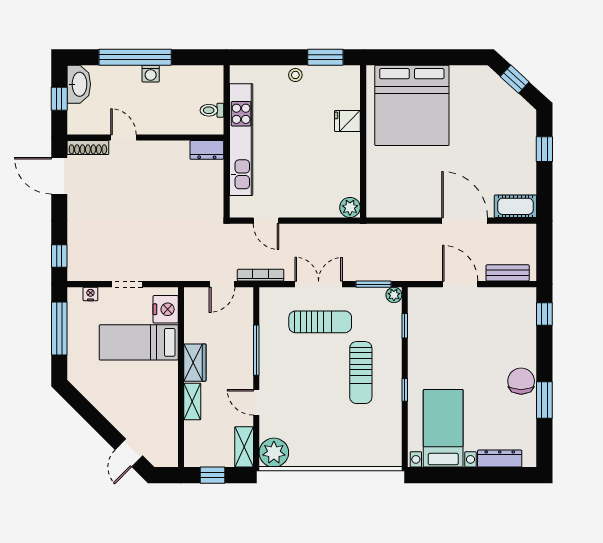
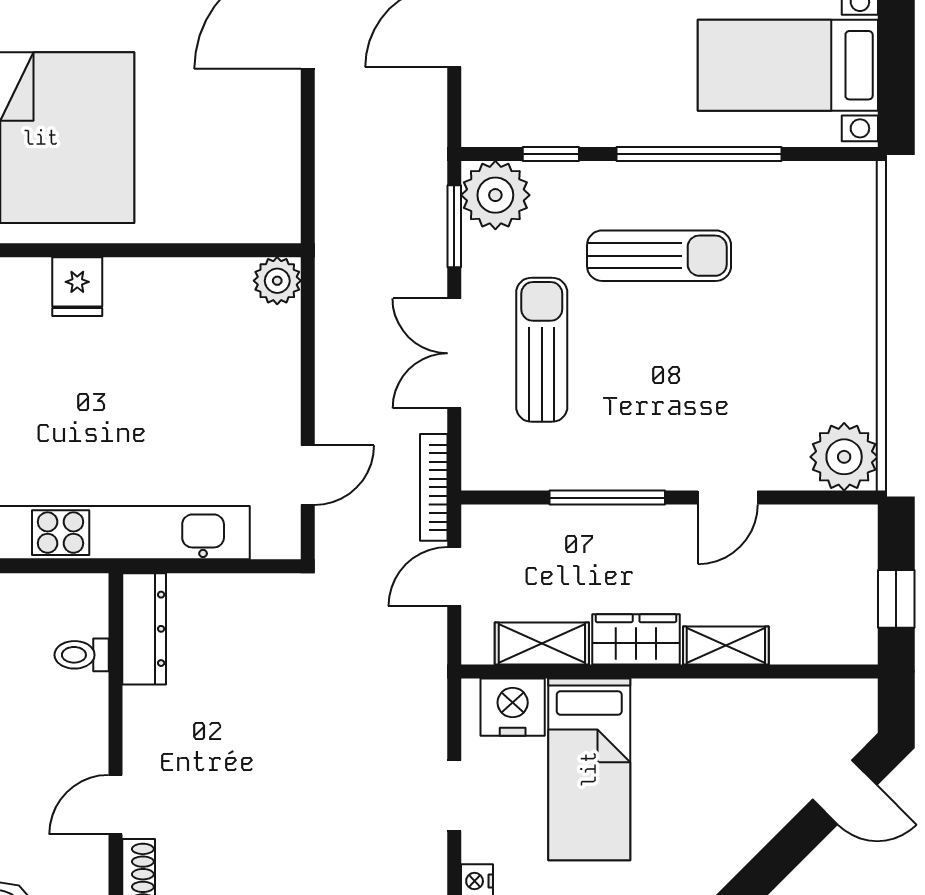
toilet: (212, 110) -> (82, 655), moved, turned 90
dresser: (207, 150) -> (144, 629), width x1.44
door: (222, 284) -> (454, 577), swing flipped
plant: (394, 295) -> (495, 195), width x1.87, depth x1.87
window: (405, 390) -> (699, 154), width x3.17
shelving: (244, 447) -> (542, 644), moved

